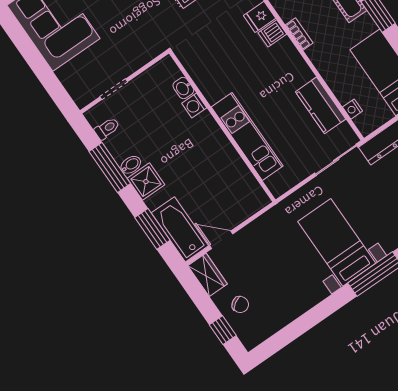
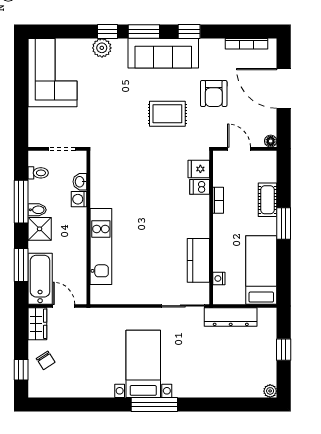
washbasin: (183, 88) -> (80, 182), moved
washing machine: (194, 106) -> (79, 199), moved
wall: (222, 126) -> (88, 227), moved
kitchen unit: (247, 137) -> (101, 246), moved

